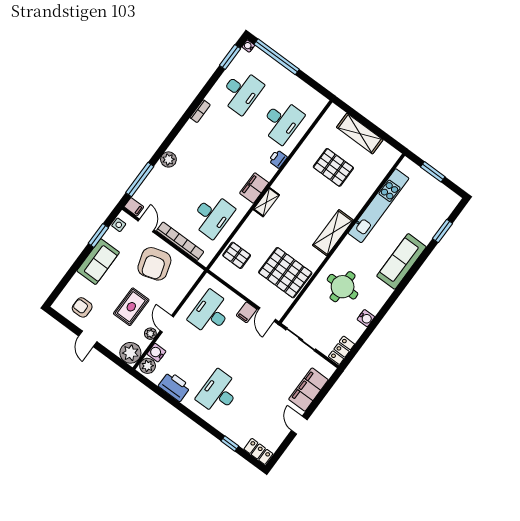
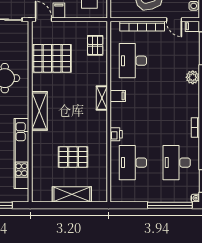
filing cabinet: (254, 188) -> (118, 96), width x0.50
pallet: (237, 255) -> (95, 45), turned 90

